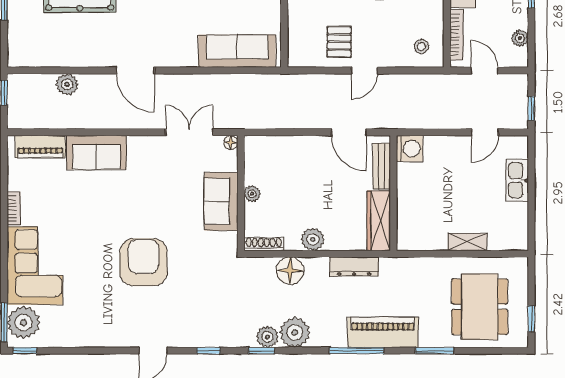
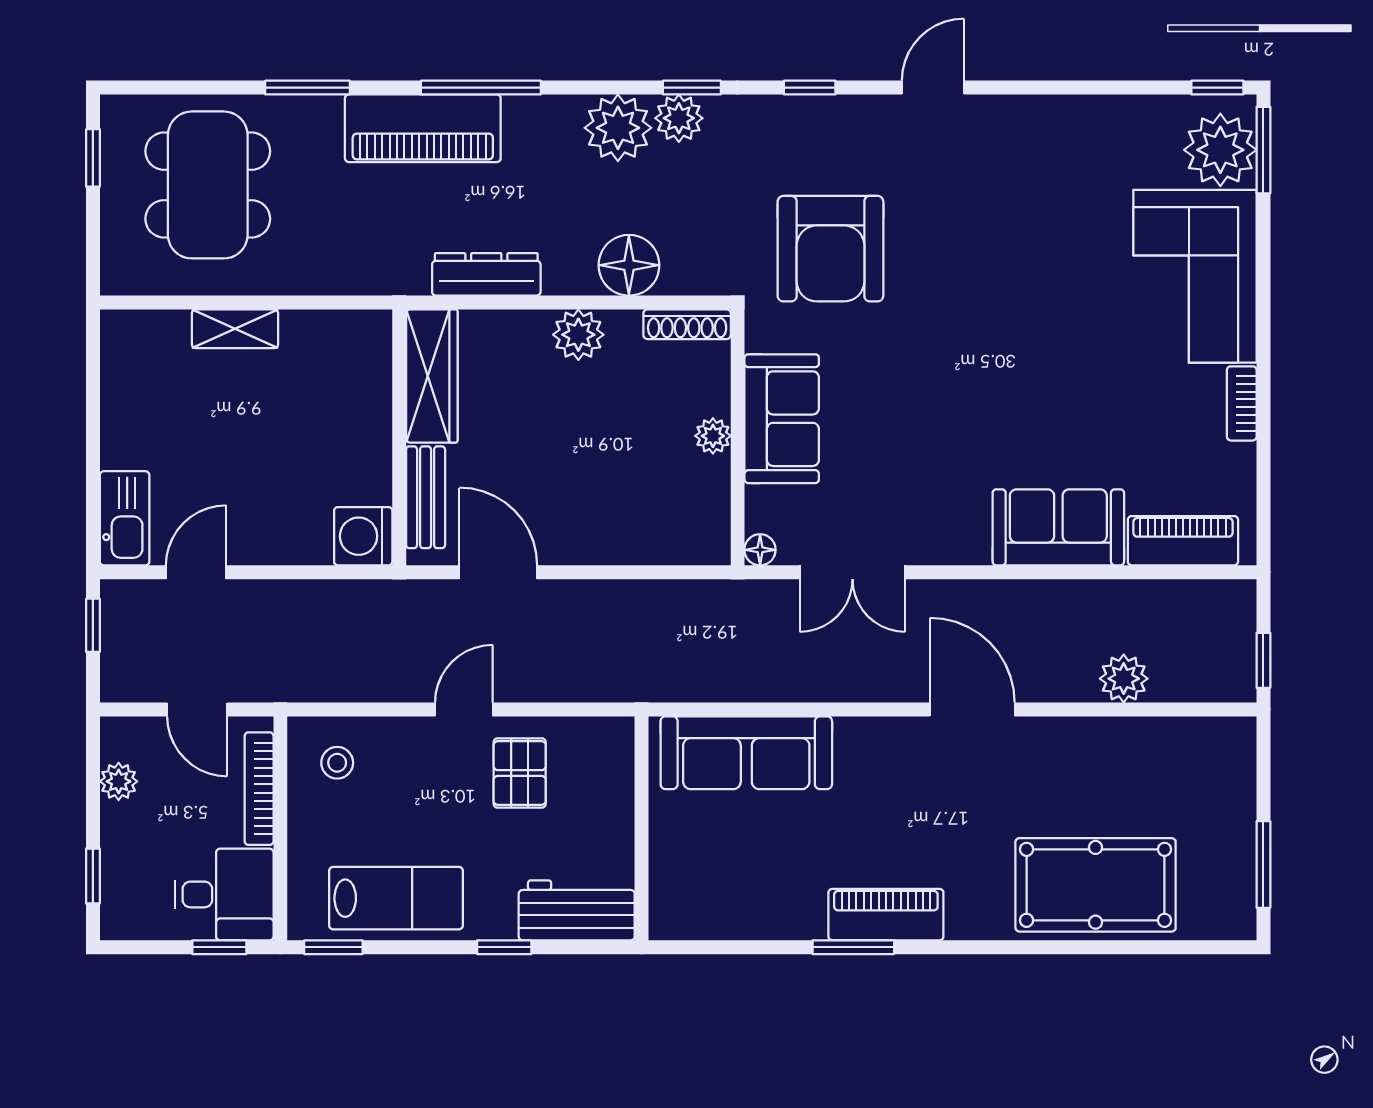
kitchen sink: (517, 180) -> (125, 518), moved
armchair: (143, 262) -> (830, 249), moved

